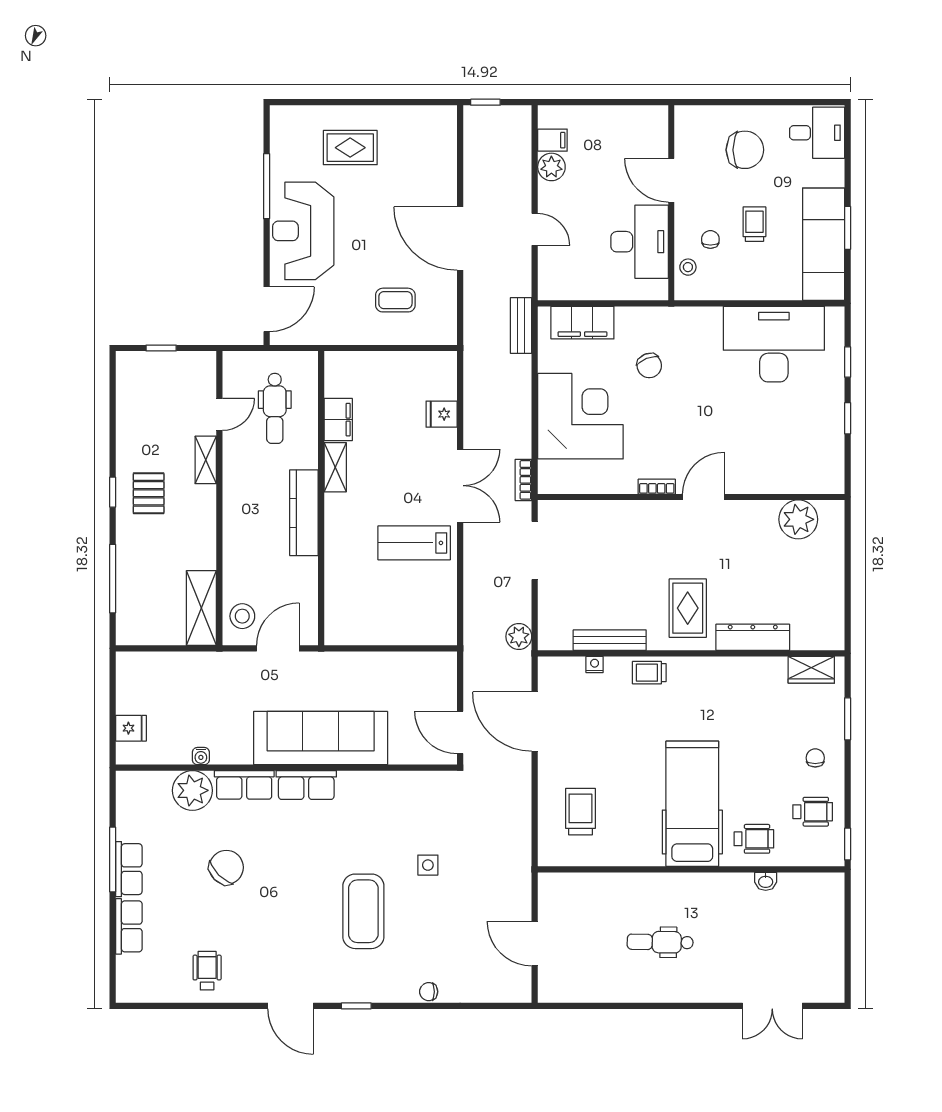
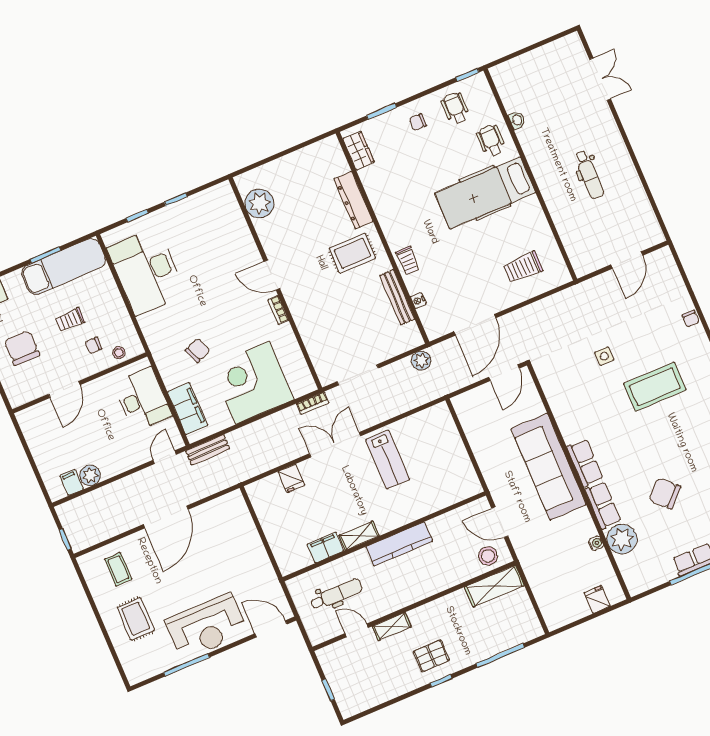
door: (535, 229) -> (165, 457), moved
desk: (640, 242) -> (142, 399), moved, turned 90
coffee table: (395, 300) -> (118, 569), moved

